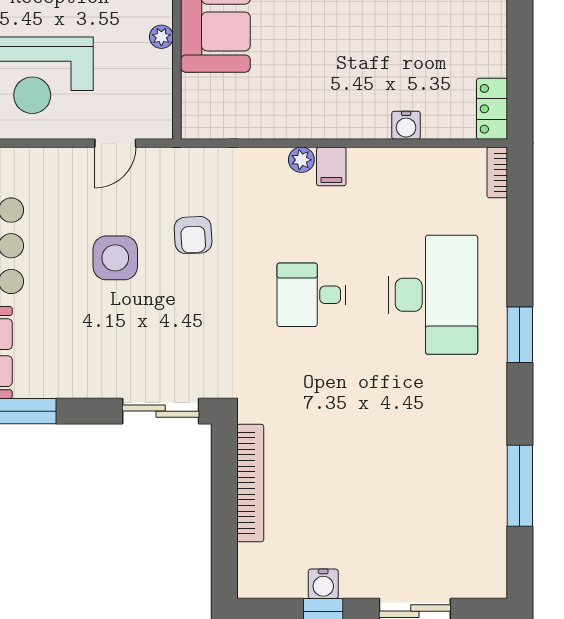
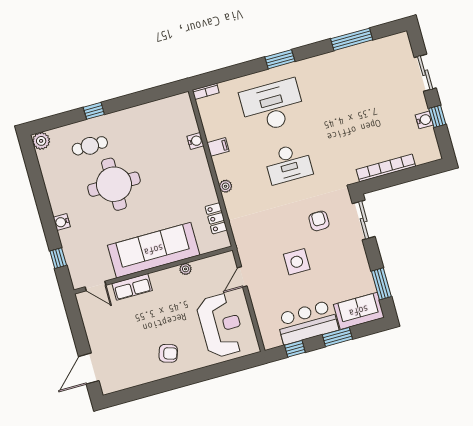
locker: (492, 109) -> (216, 218), moved, turned 90
door: (115, 143) -> (242, 277), swing flipped
filing cabinet: (331, 166) -> (218, 147), moved
armchair: (193, 235) -> (319, 221), moved, turned -87
desk: (312, 295) -> (288, 164), width x1.37

